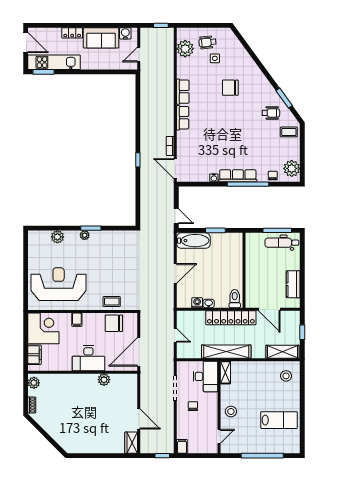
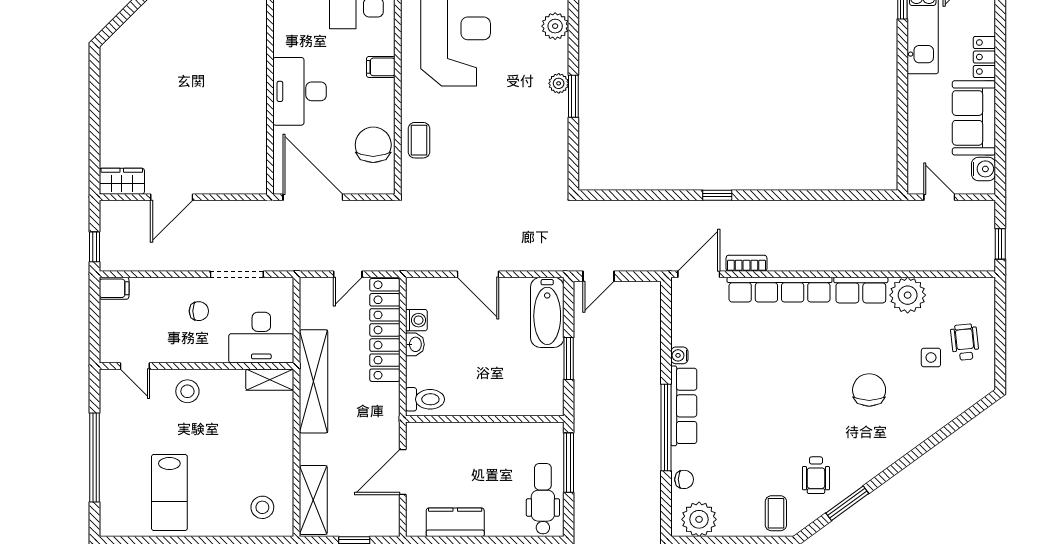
plant: (185, 49) -> (908, 295), moved
row of seats: (183, 118) -> (780, 290), width x2.02
window: (277, 230) -> (569, 463), moved
locker: (231, 318) -> (385, 330), moved
plant: (104, 380) -> (254, 124), removed

